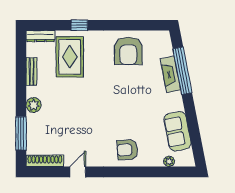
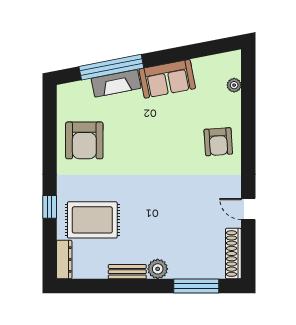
armchair: (128, 51) -> (84, 140), turned 90
bench: (31, 72) -> (127, 272), moved
sofa: (178, 131) -> (167, 79), moved

